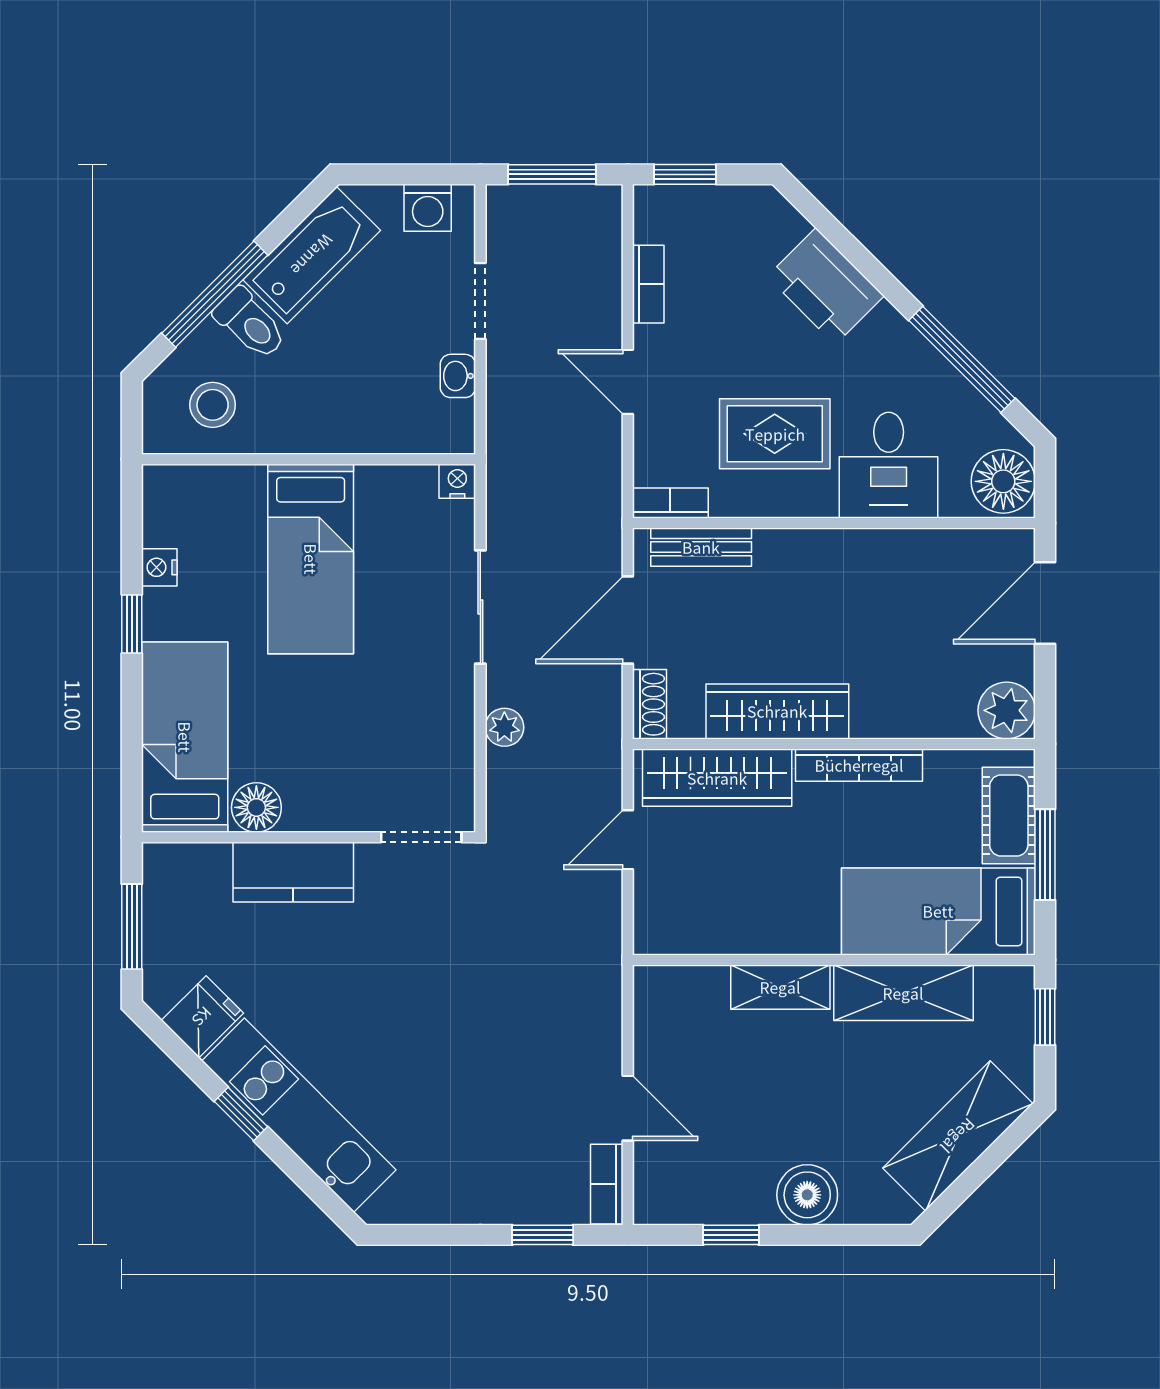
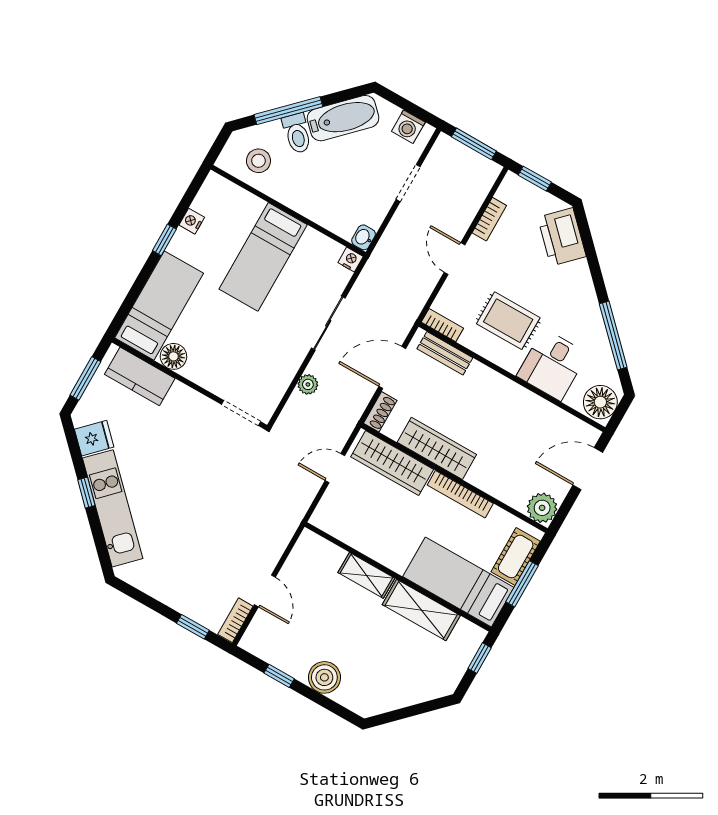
printer: (826, 286) -> (562, 237), moved
washbasin: (458, 376) -> (364, 237), moved
kitchen counter: (293, 872) -> (140, 376), moved
shelving: (958, 1136) -> (409, 690), removed

